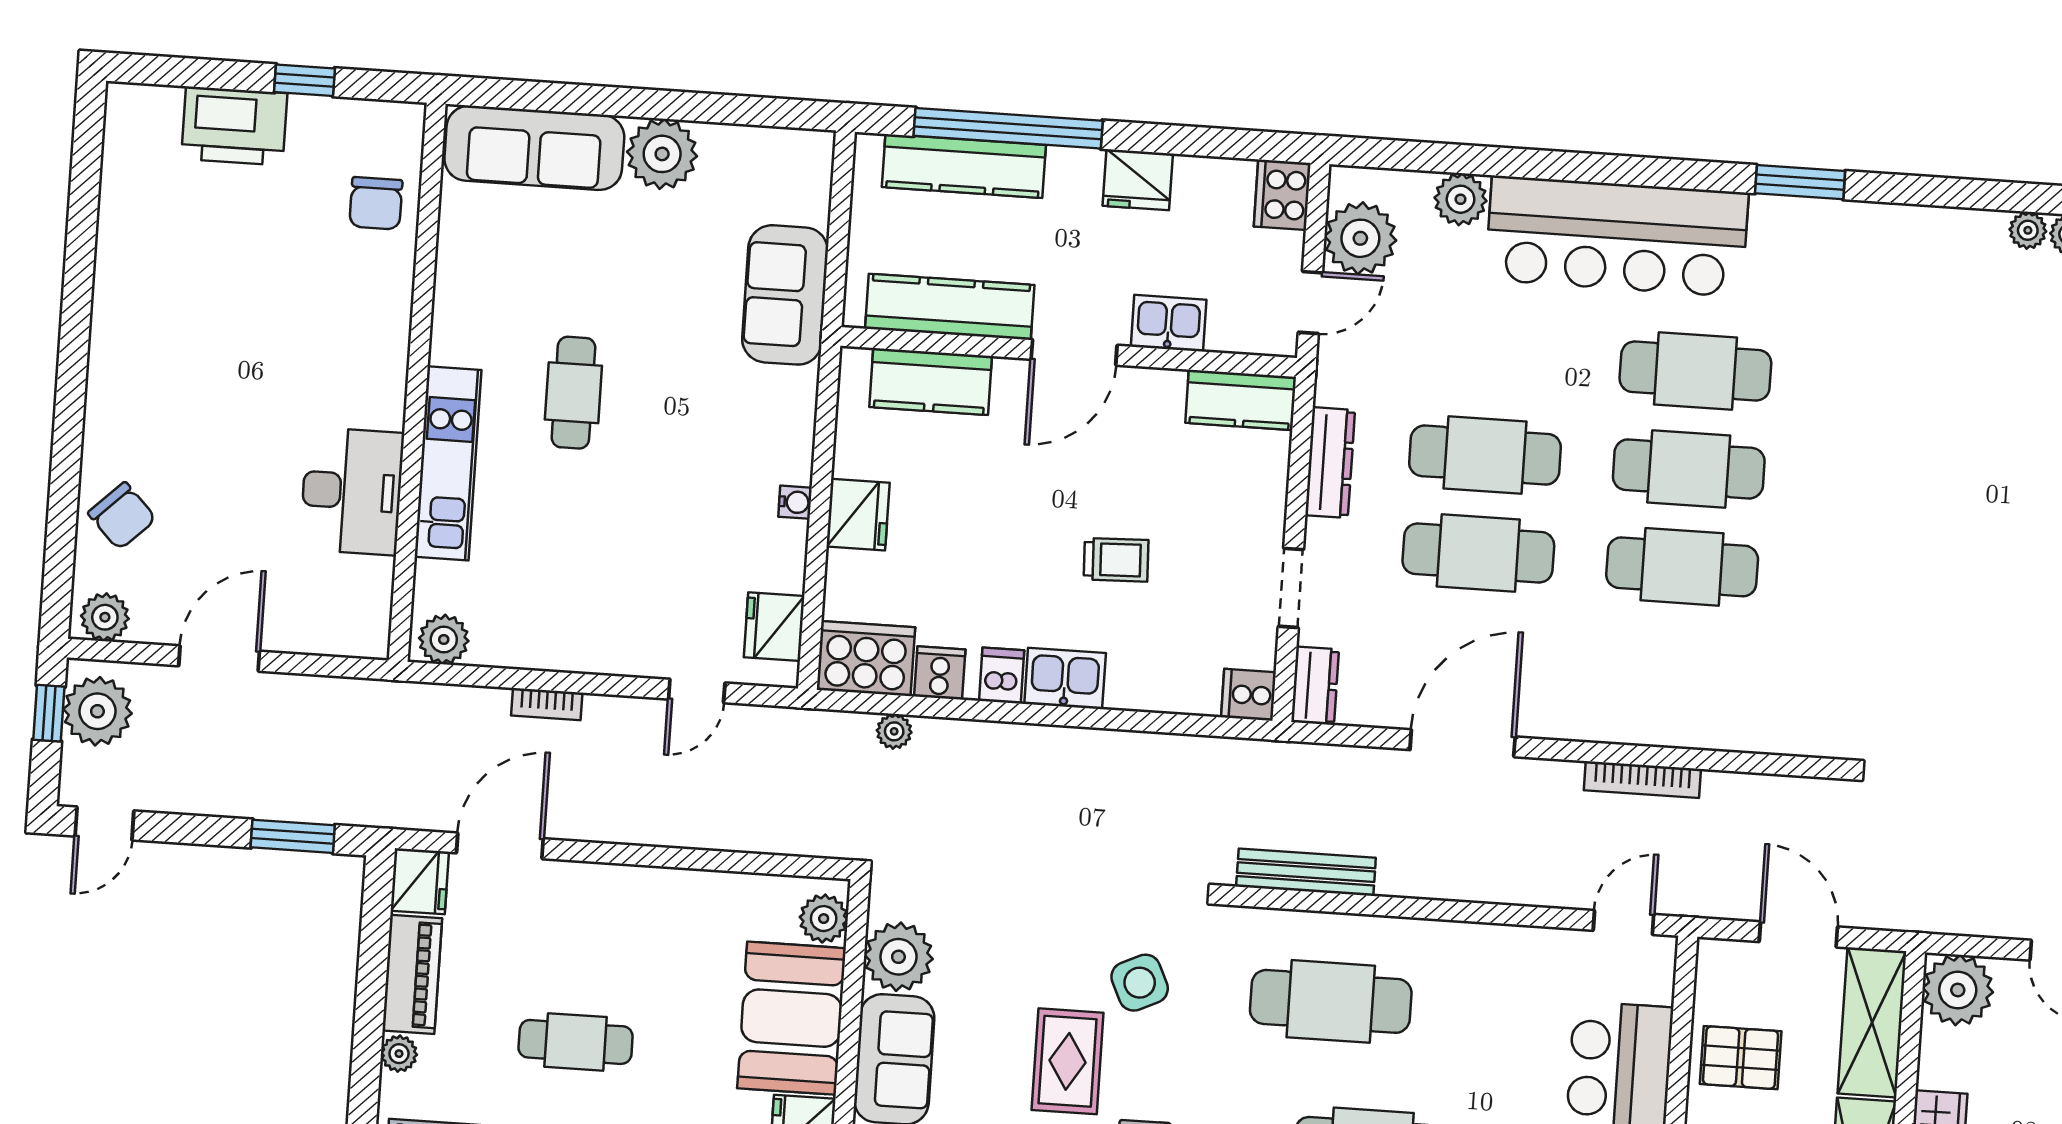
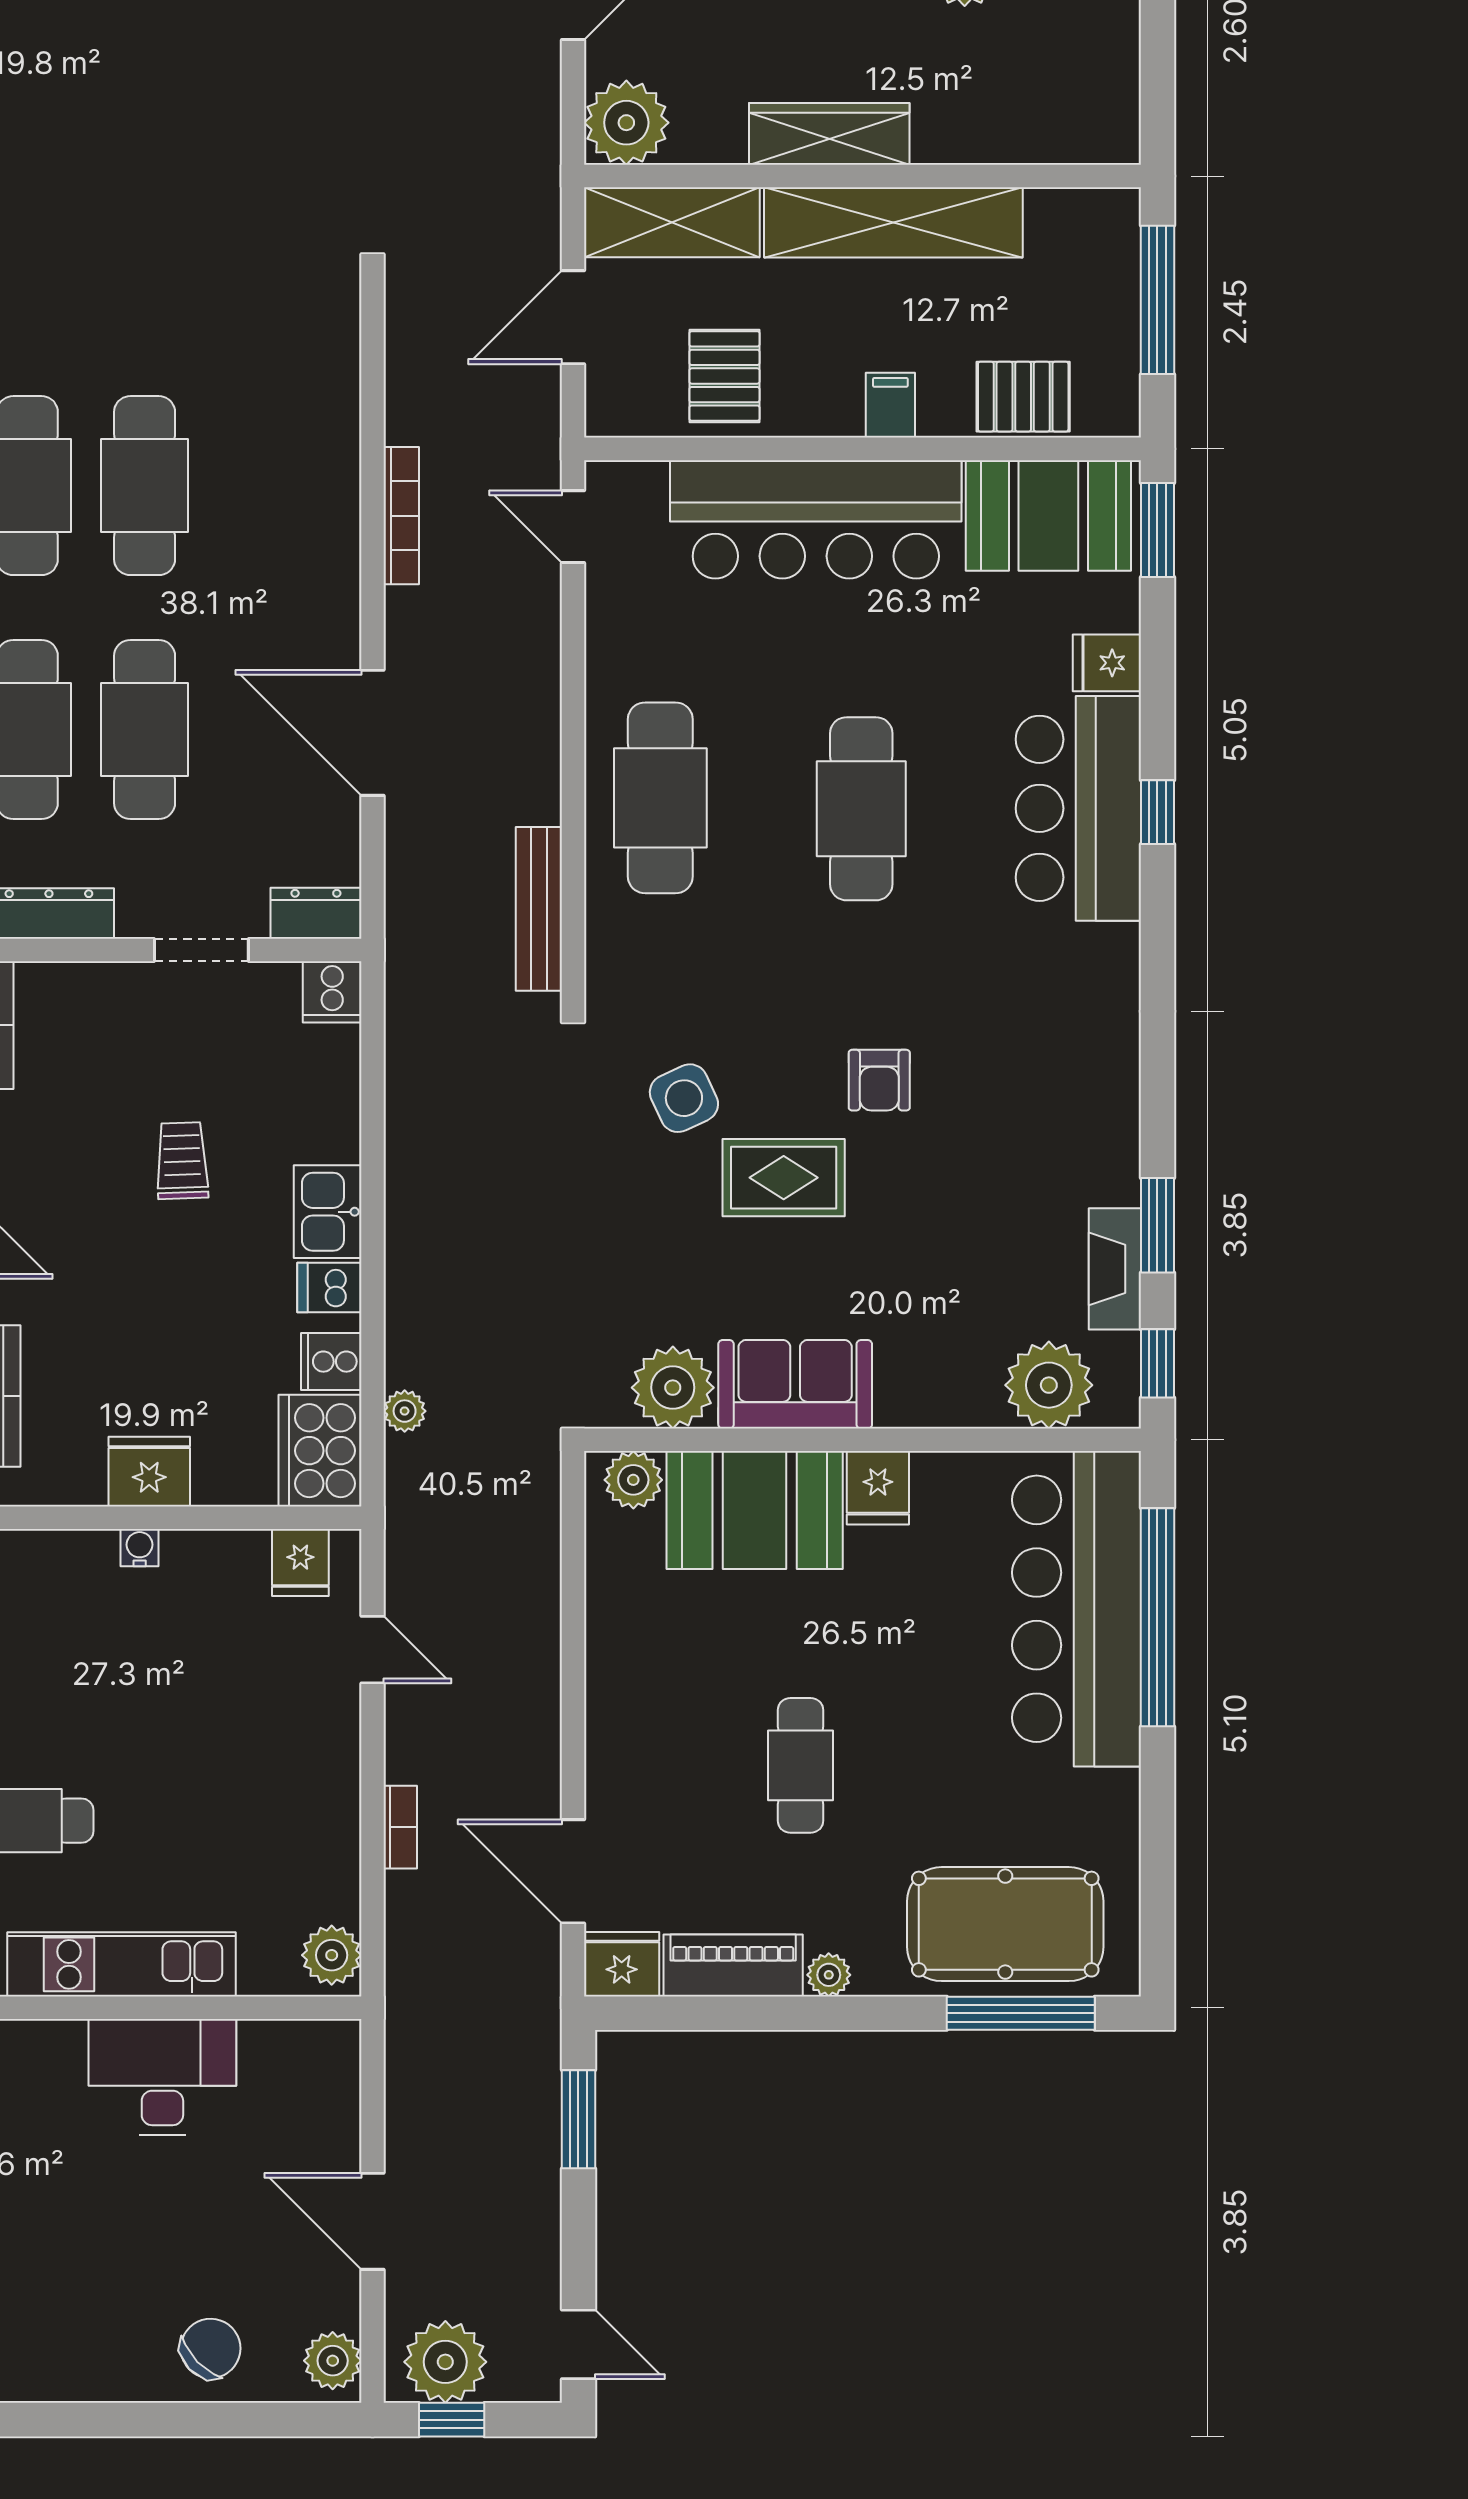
fridge: (774, 627) -> (300, 1562), width x0.72
cafe table: (1331, 1001) -> (660, 798), moved

